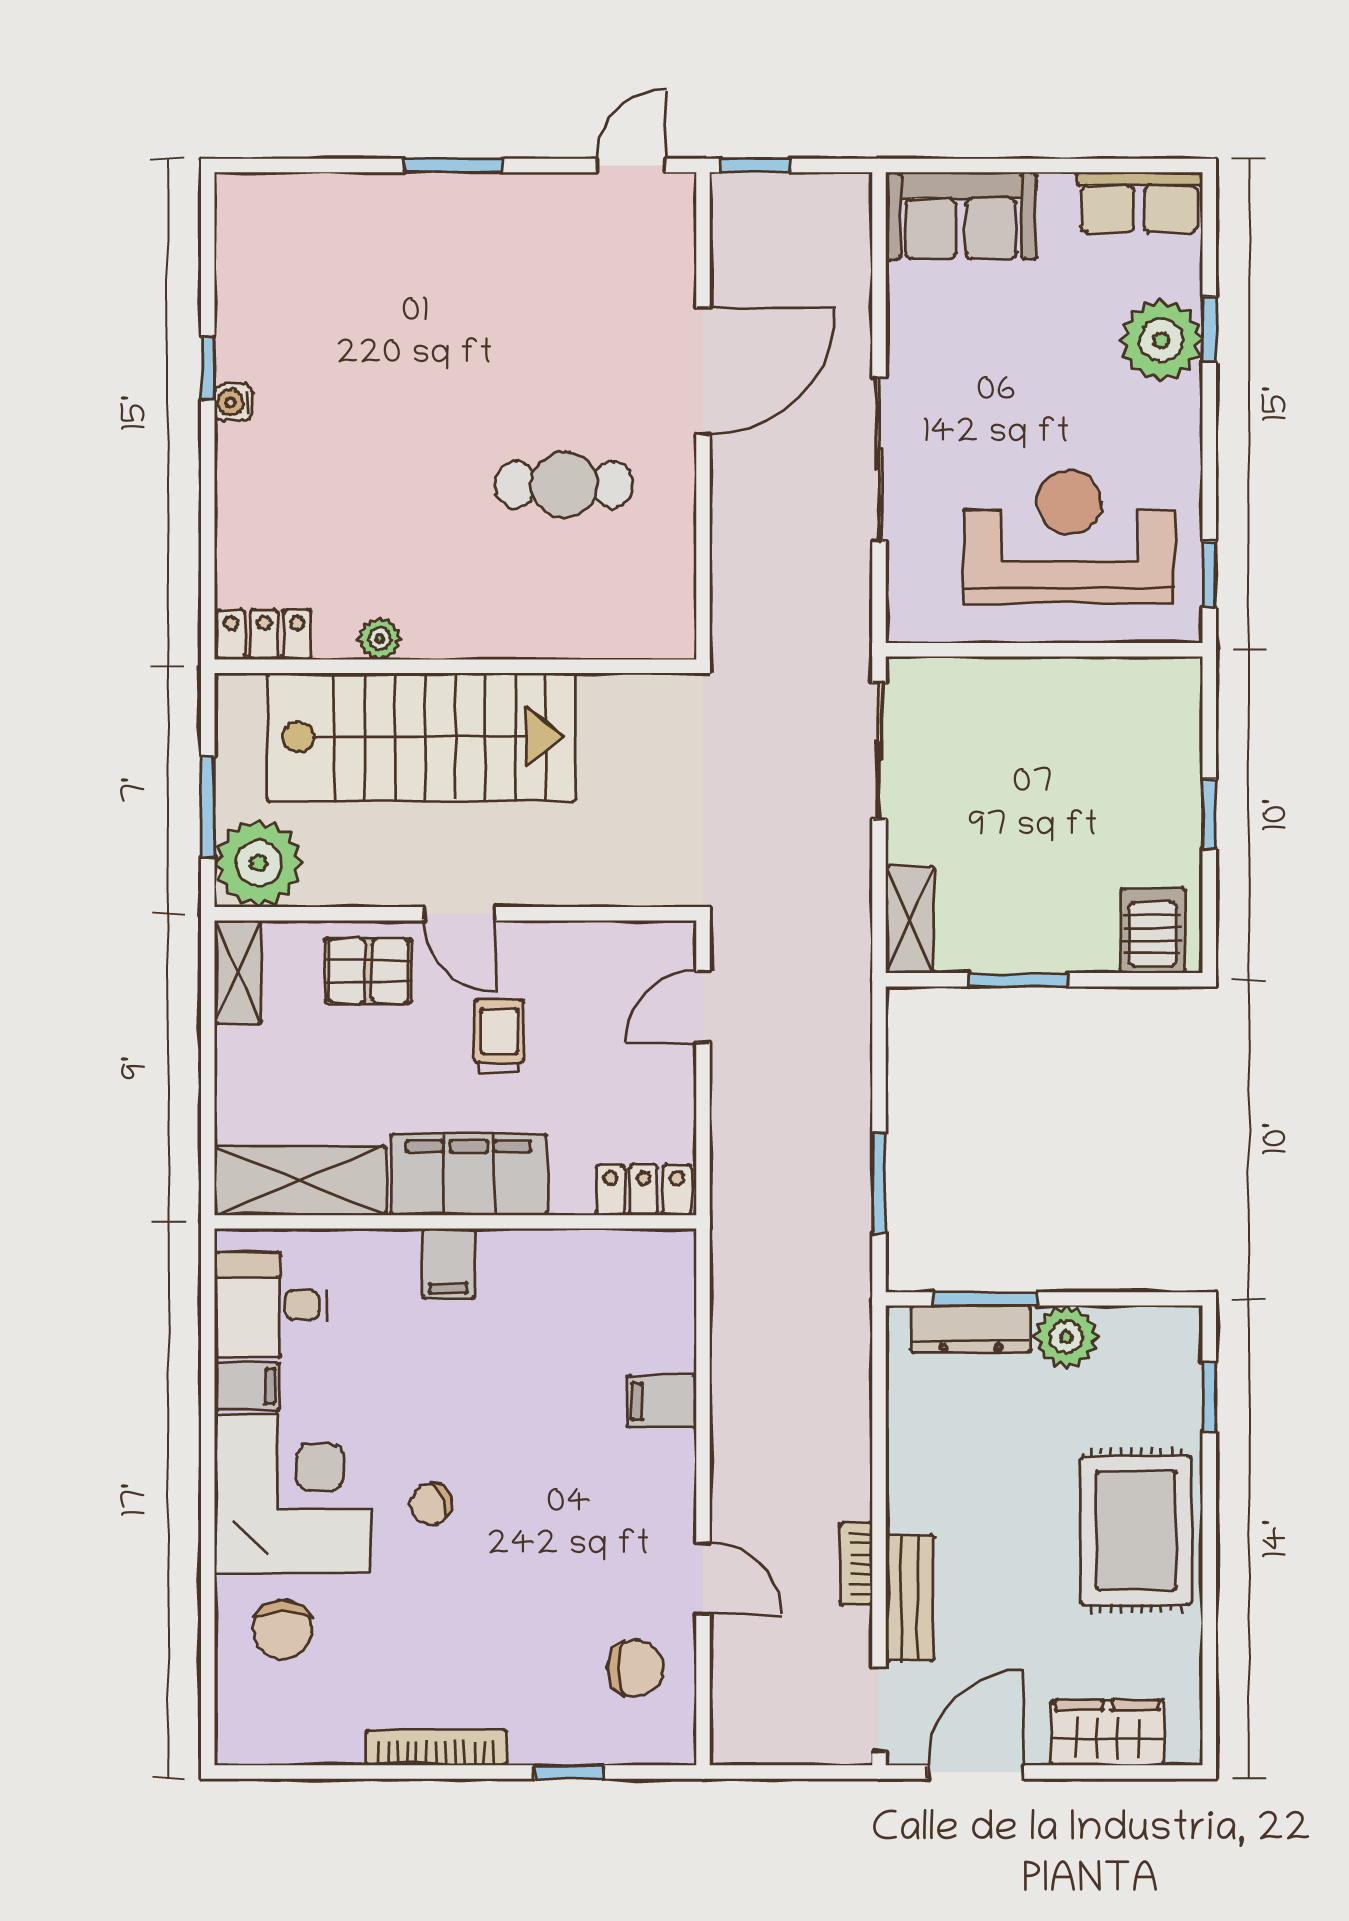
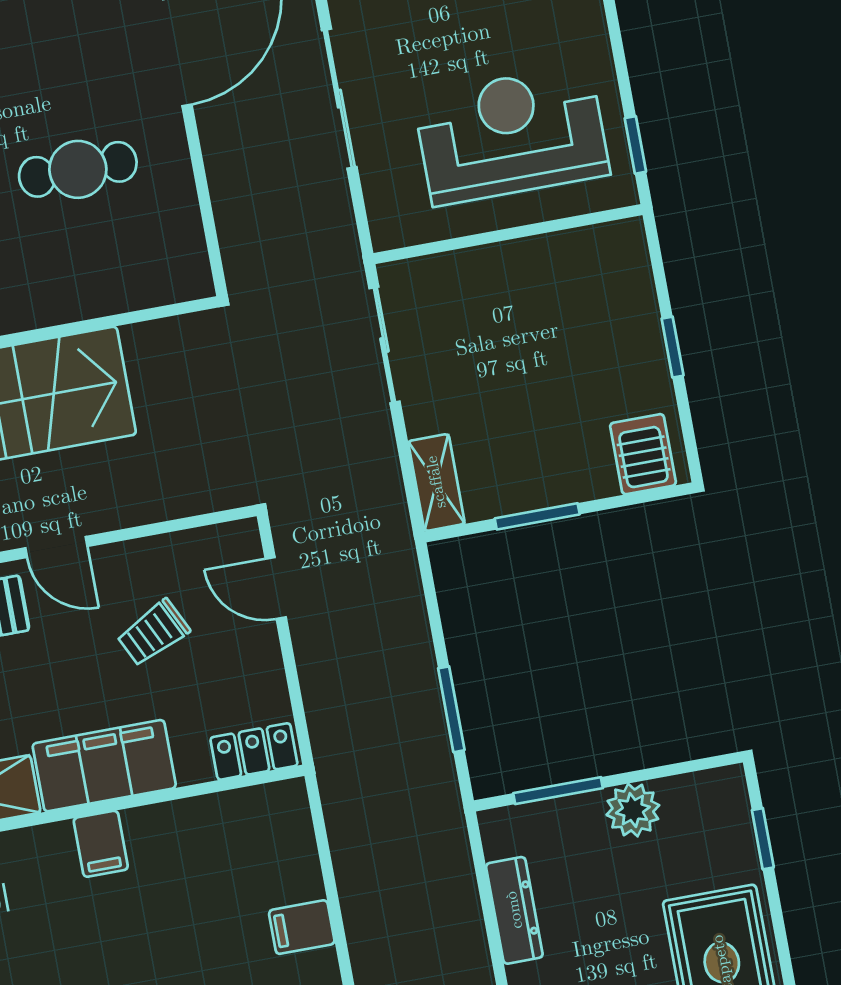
door: (703, 1007) -> (276, 588), hinge flipped
trolley: (499, 1036) -> (153, 633), moved, turned -116
dresser: (971, 1329) -> (514, 910), moved, turned -90

